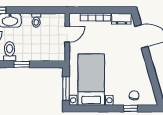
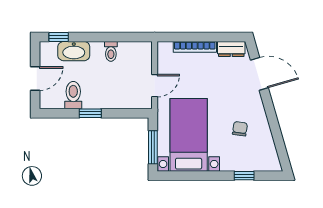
door: (67, 34) -> (155, 86), moved
chair: (134, 95) -> (240, 129), moved

